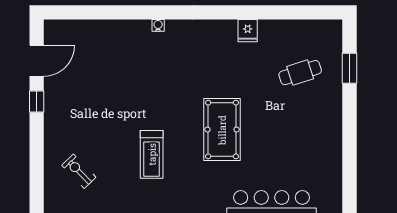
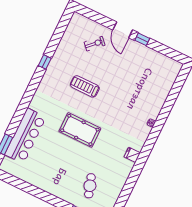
fridge: (248, 31) -> (132, 155), moved
door: (37, 61) -> (123, 30), moved

